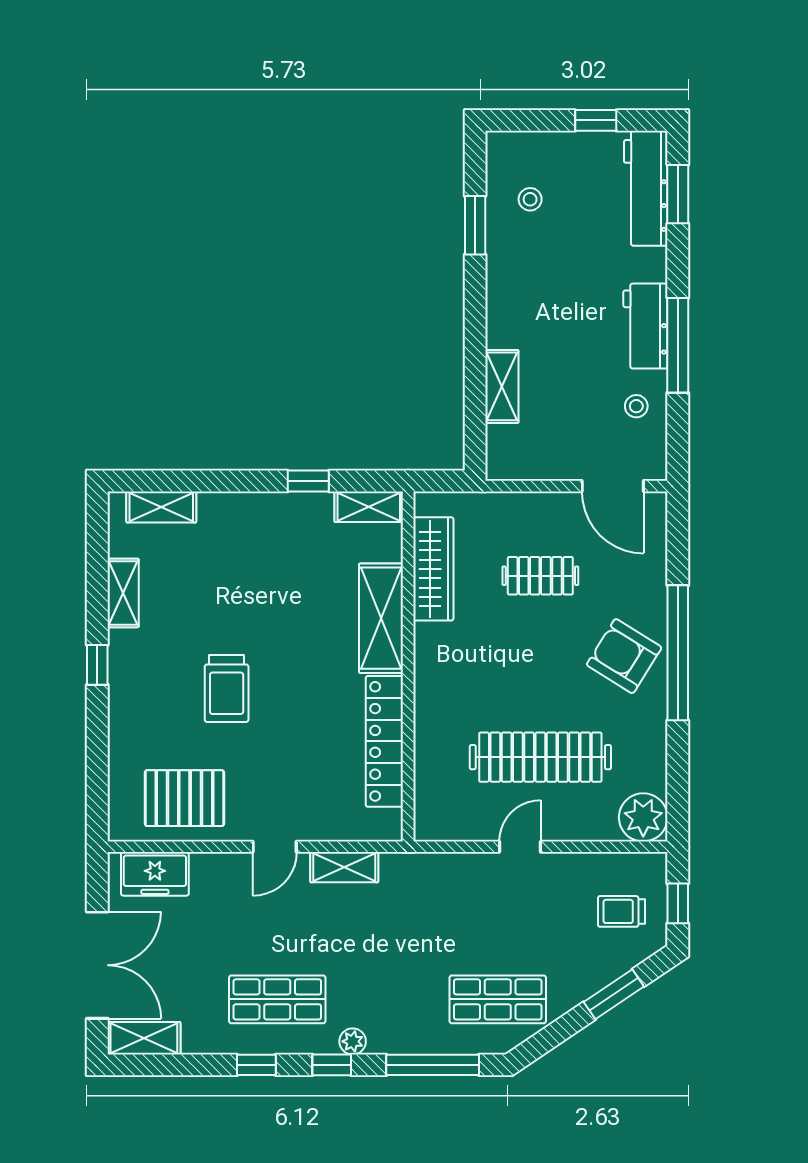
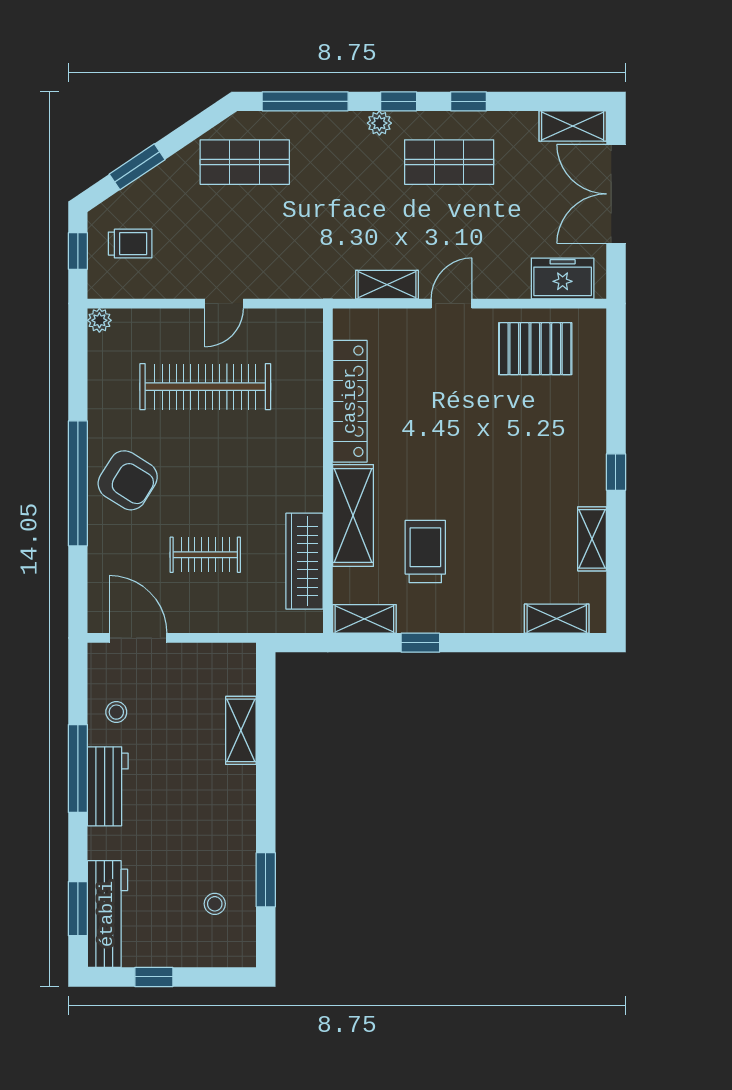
trolley: (227, 689) -> (425, 552), moved
plant: (643, 817) -> (99, 320), width x0.53, depth x0.53

